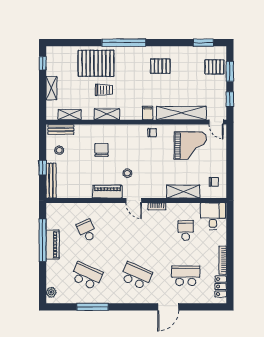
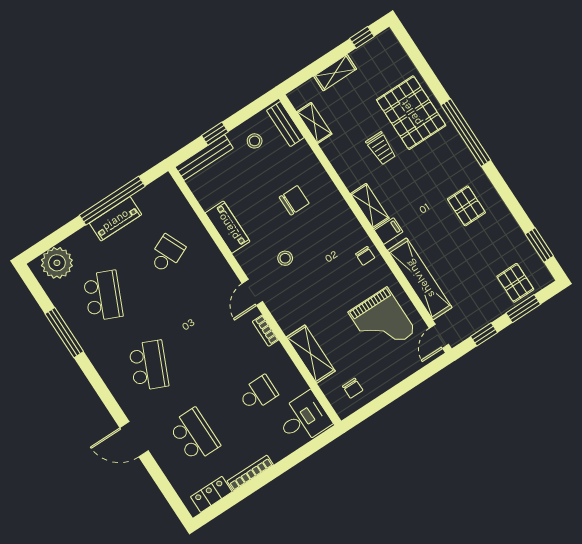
shelving: (107, 114) -> (370, 206), moved
piano: (107, 192) -> (228, 227), moved
plant: (51, 292) -> (57, 263), width x1.88, depth x1.88

